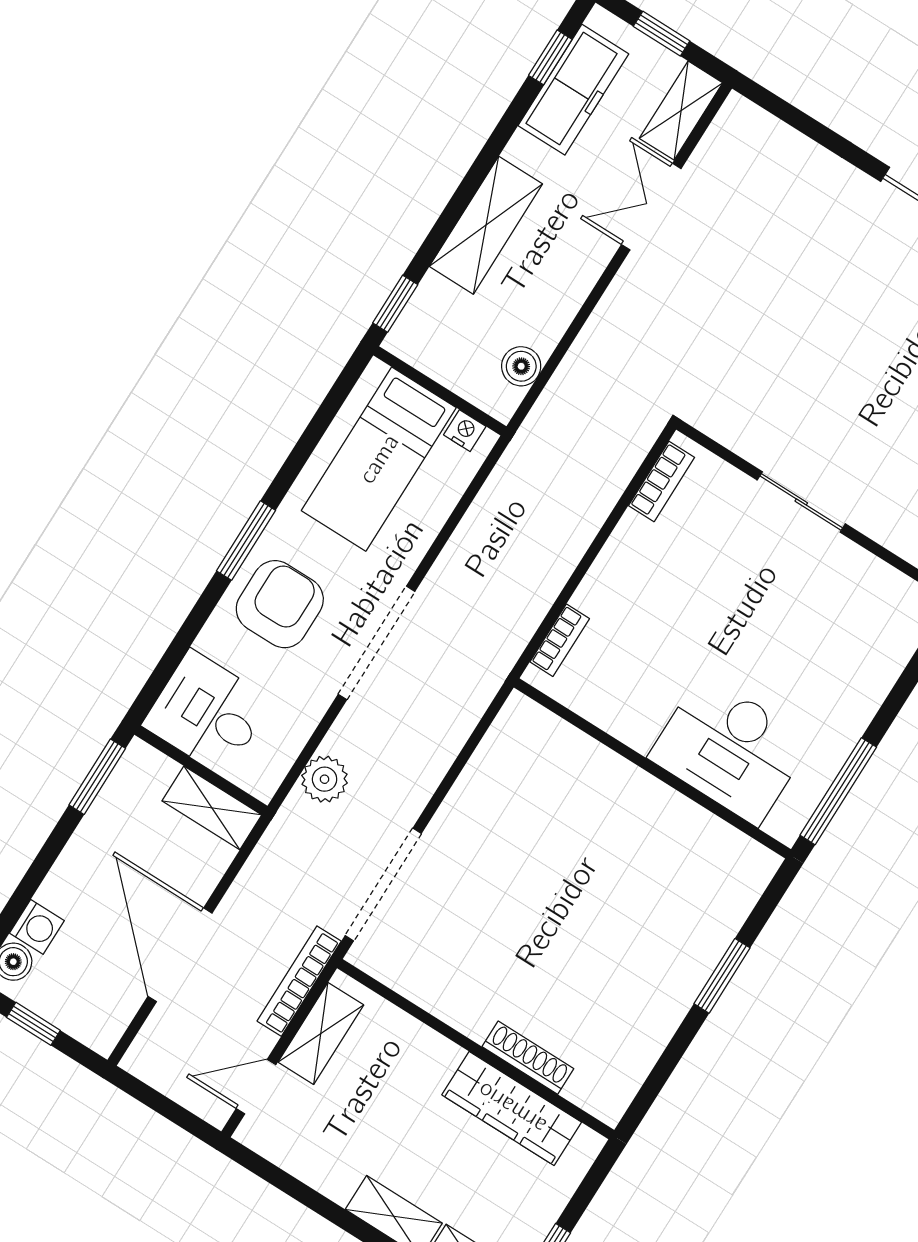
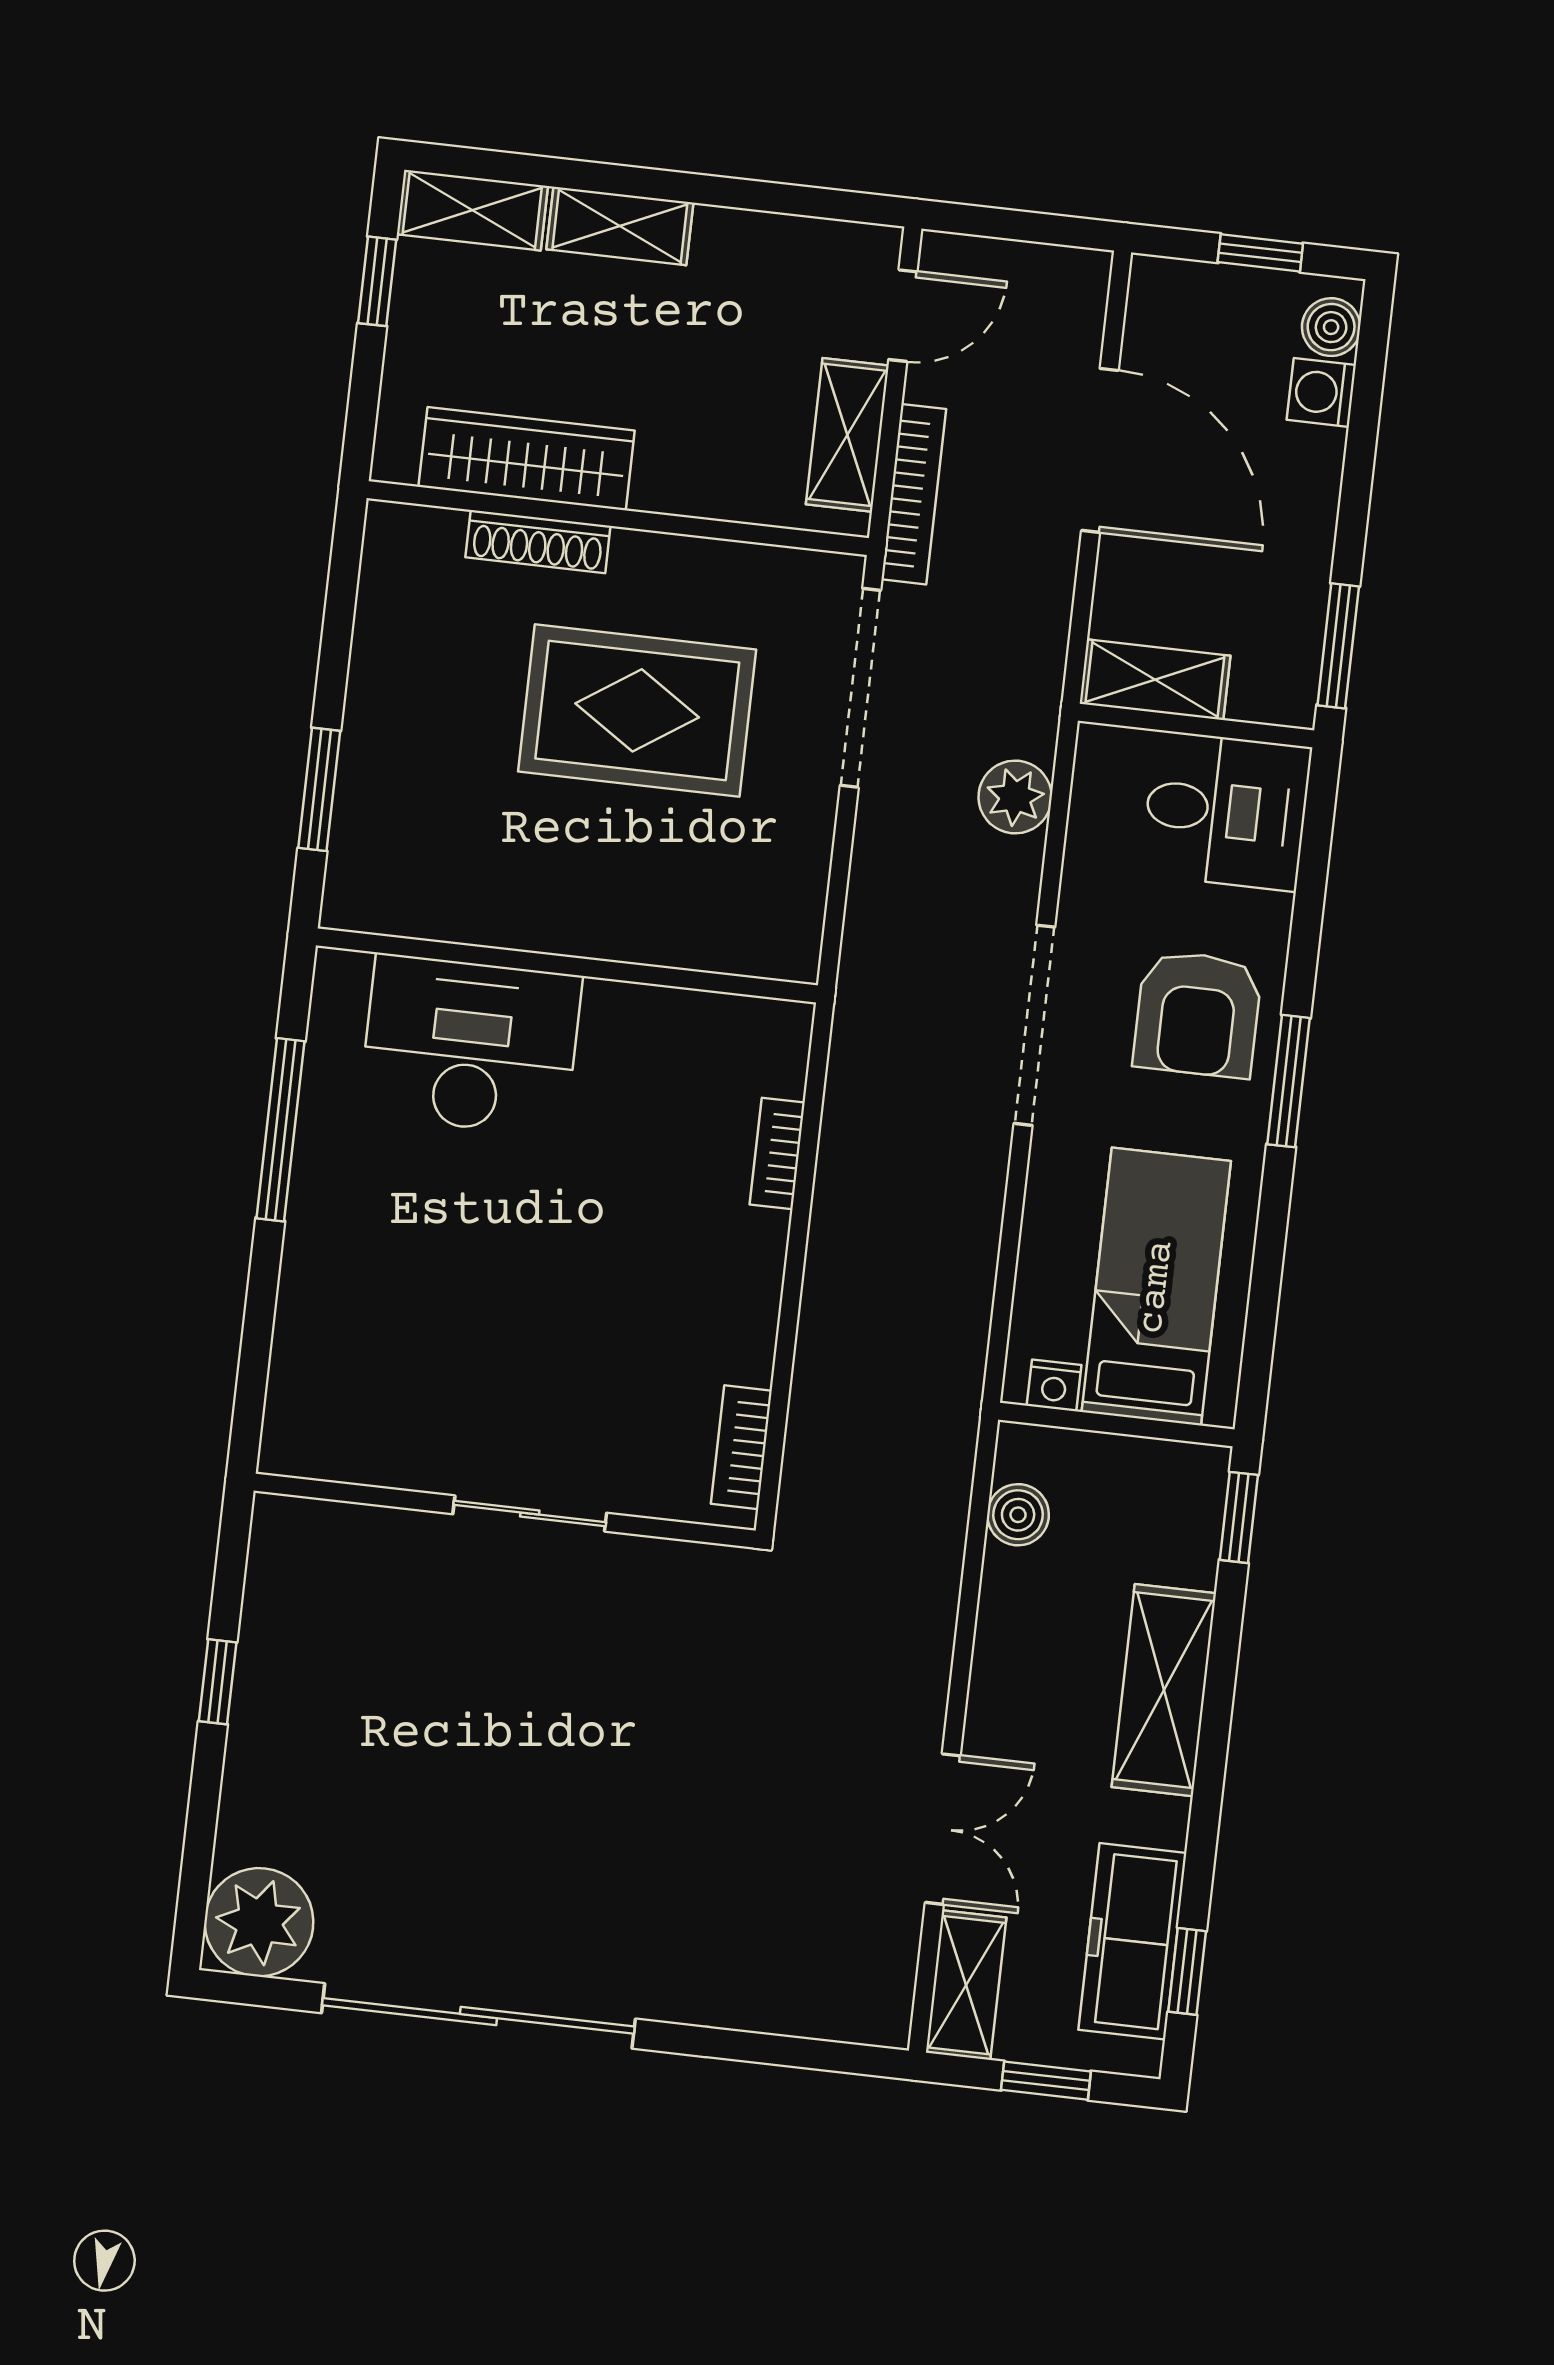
desk: (730, 749) -> (470, 1045), moved
wall: (652, 768) -> (567, 965), moved
rug: (518, 933) -> (637, 710), added

